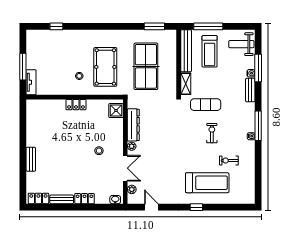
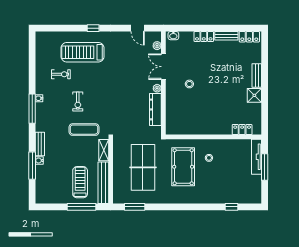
weight bench: (241, 44) -> (49, 189), removed
tv unit: (31, 82) -> (257, 157), width x1.41
locker: (76, 105) -> (242, 130), moved
shower: (116, 111) -> (254, 95), moved

